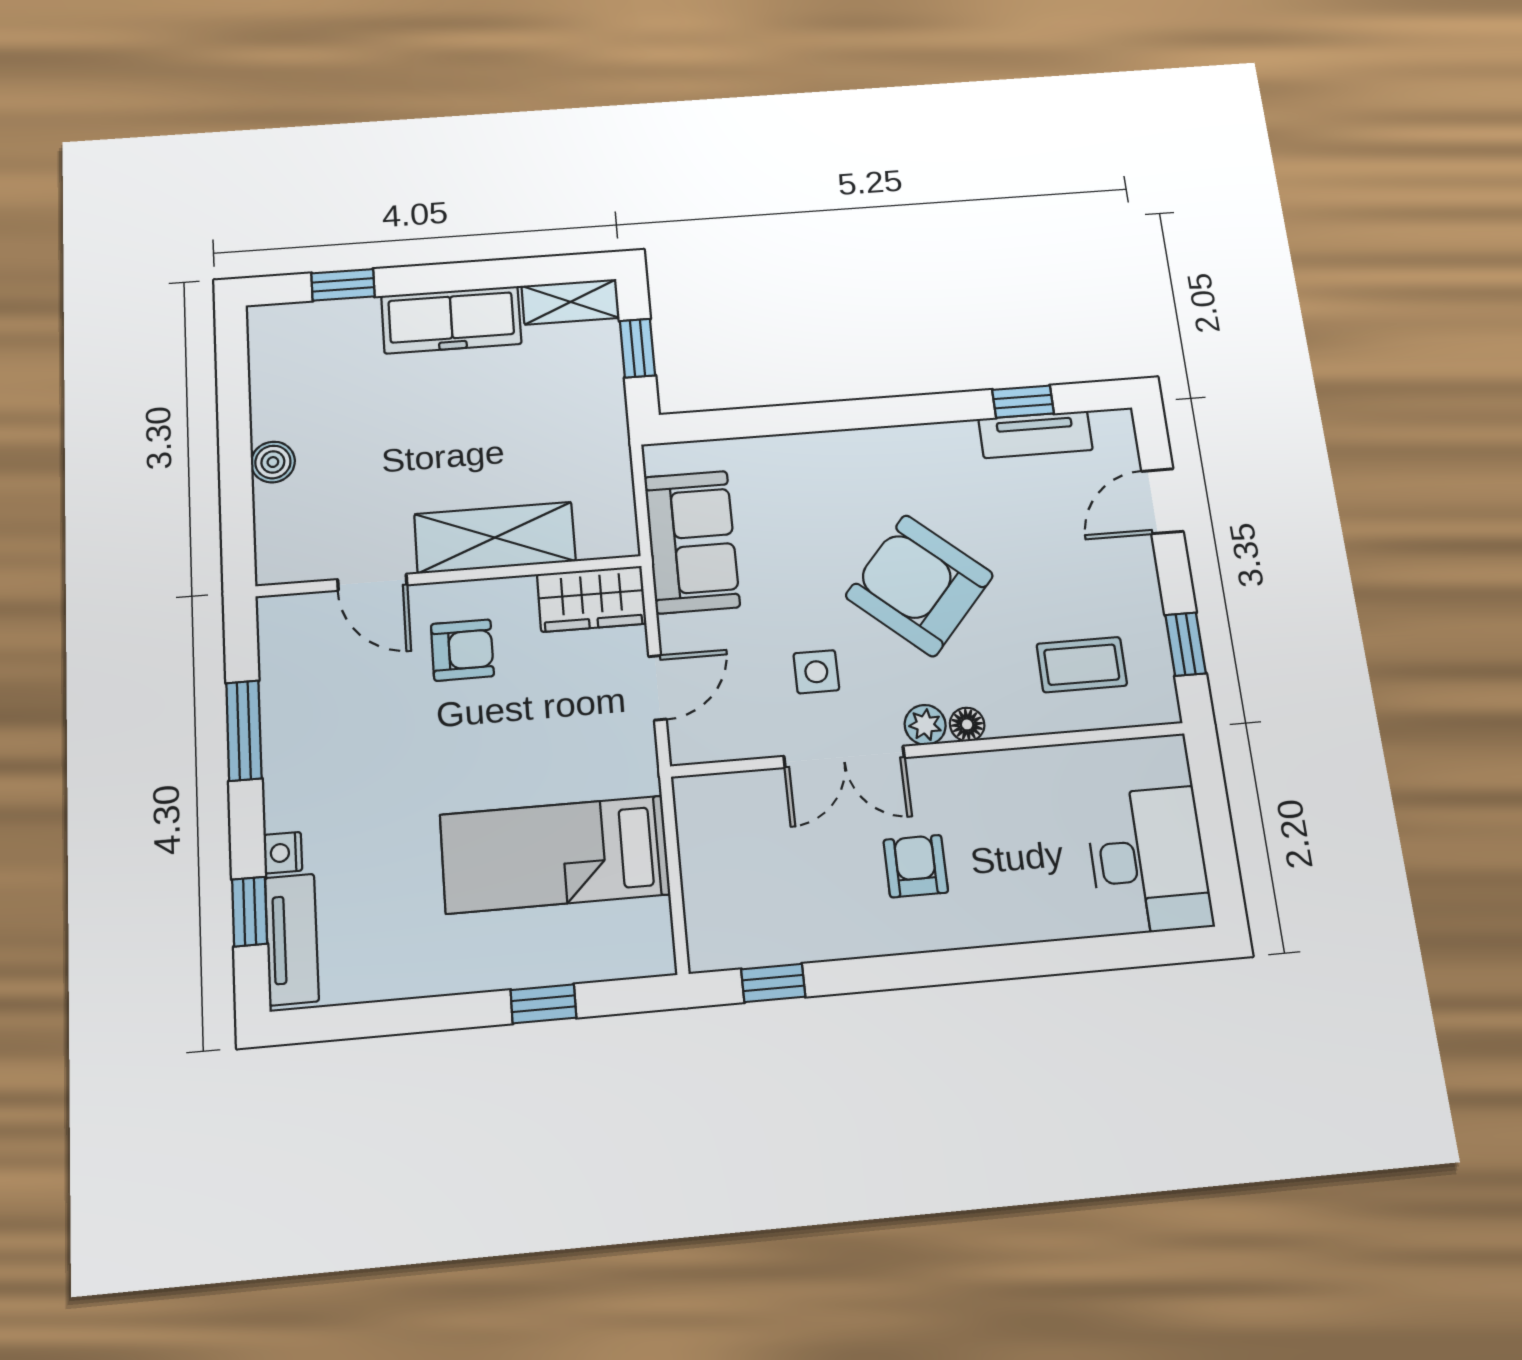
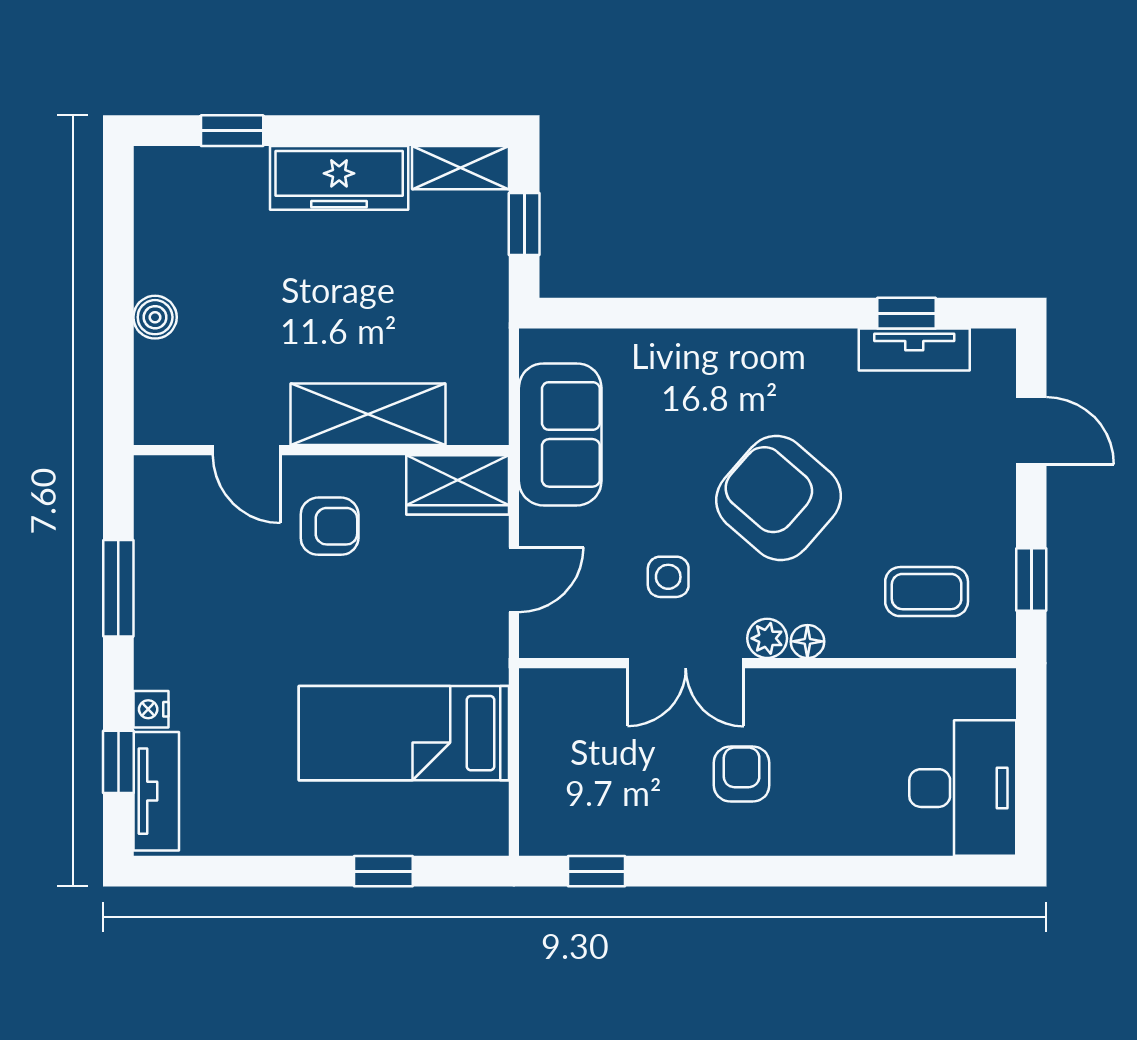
door: (1162, 501) -> (1031, 431), swing flipped

